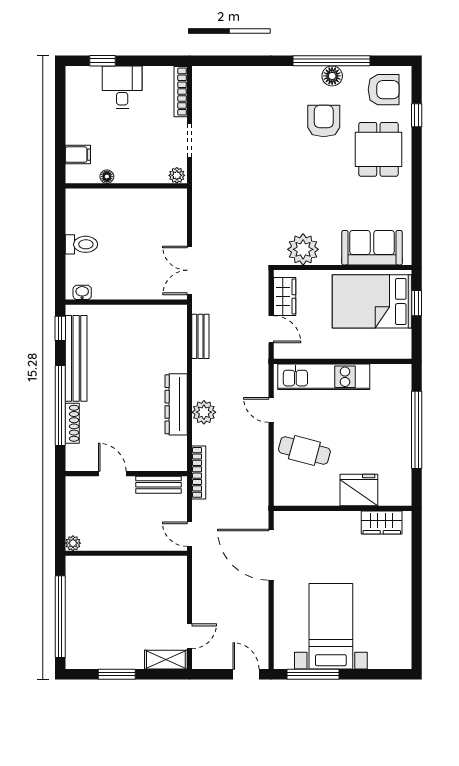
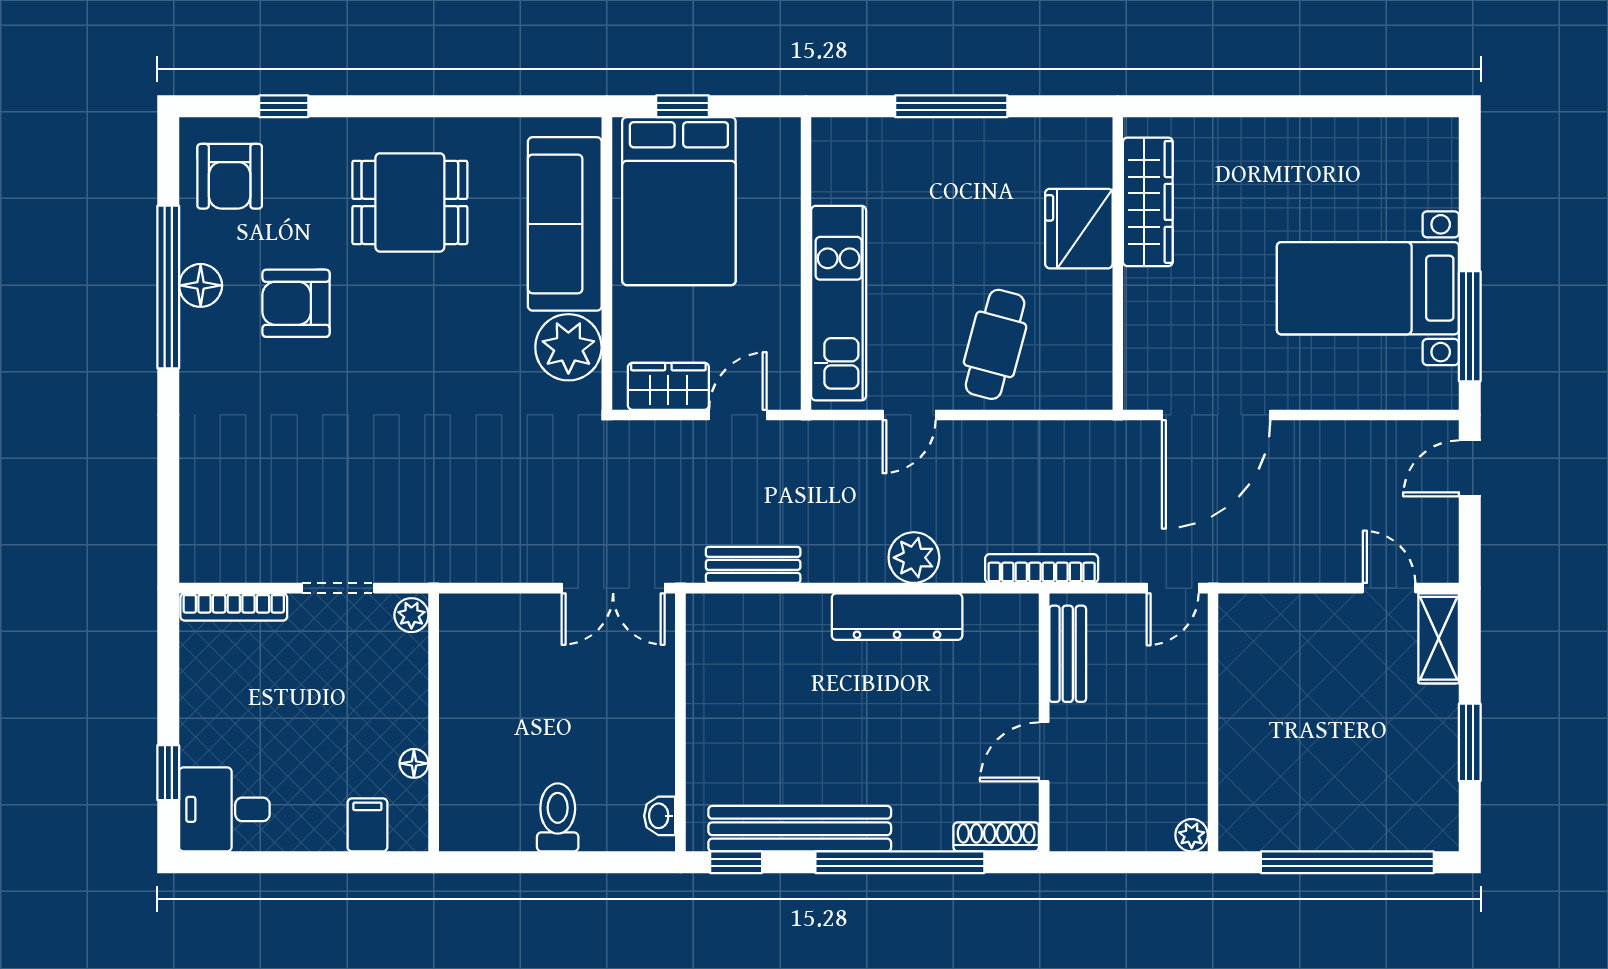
desk: (122, 87) -> (224, 809), moved
armchair: (384, 90) -> (230, 176), turned 180
dining table: (378, 149) -> (410, 202), moved
sofa: (372, 248) -> (565, 224), width x1.36
shoe rack: (72, 423) -> (996, 837), moved
window: (417, 430) -> (951, 106), width x0.68
wardrobe: (382, 523) -> (1148, 202), width x1.50

